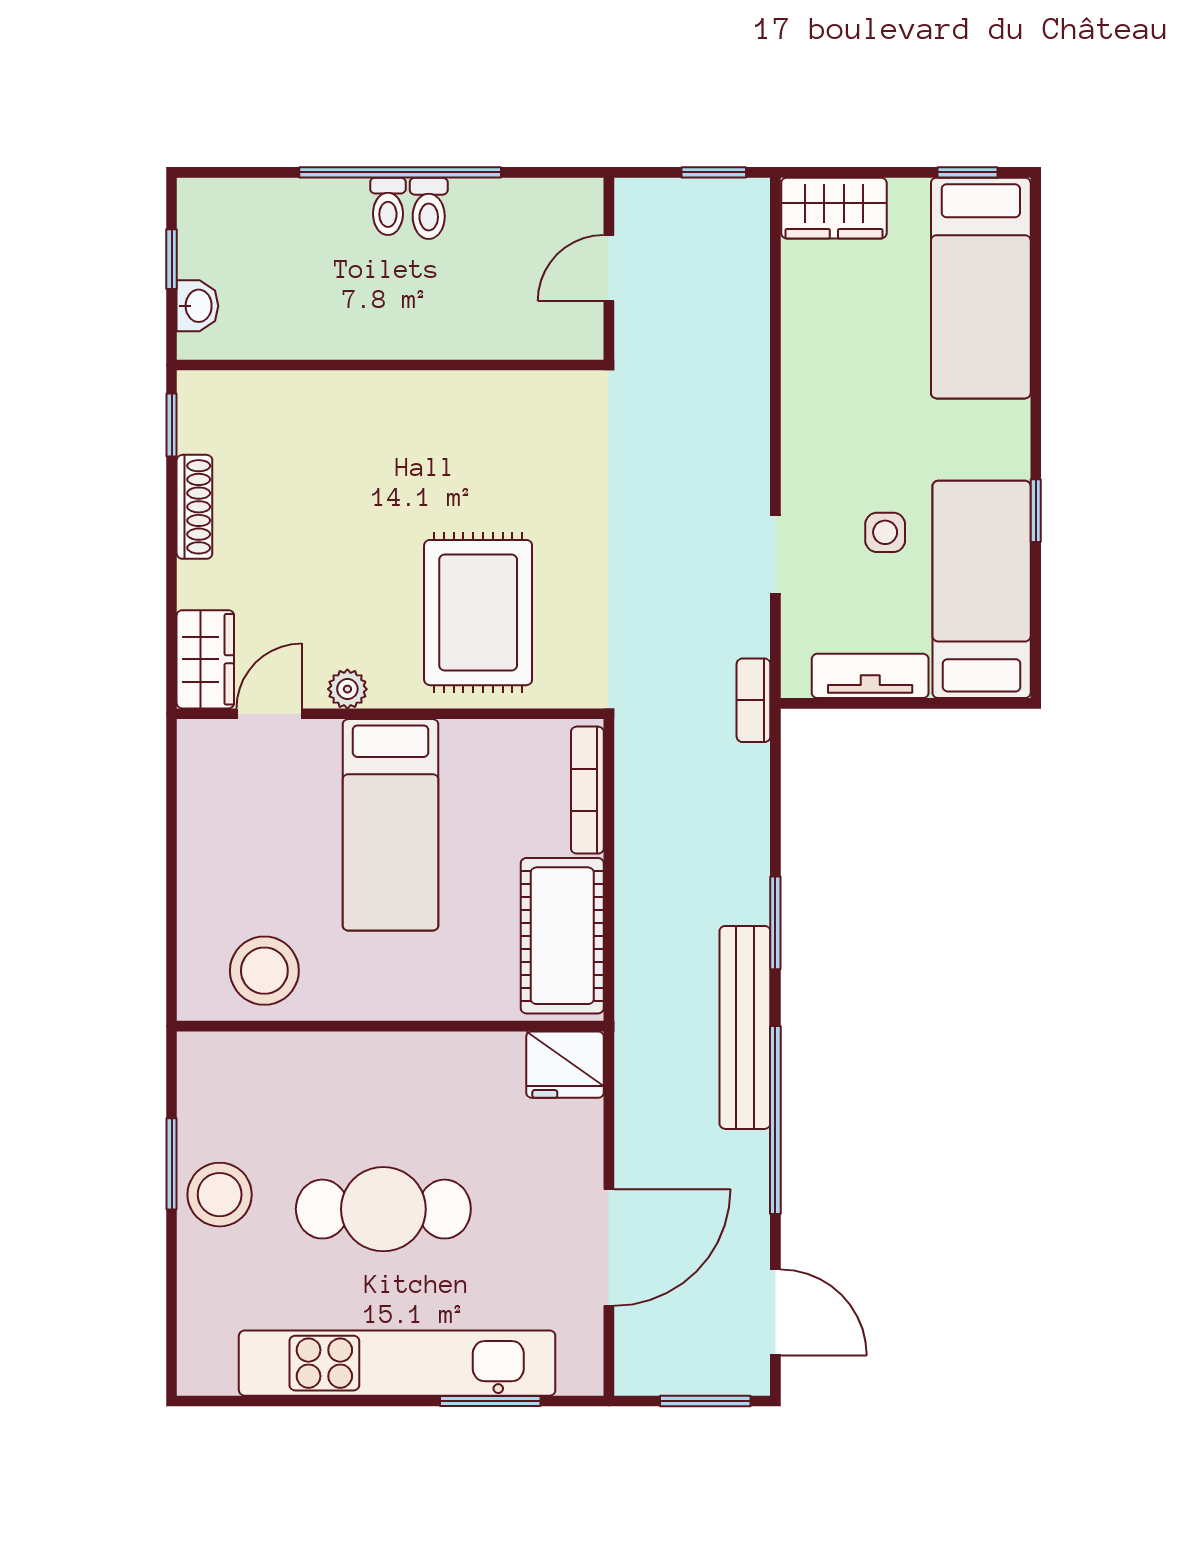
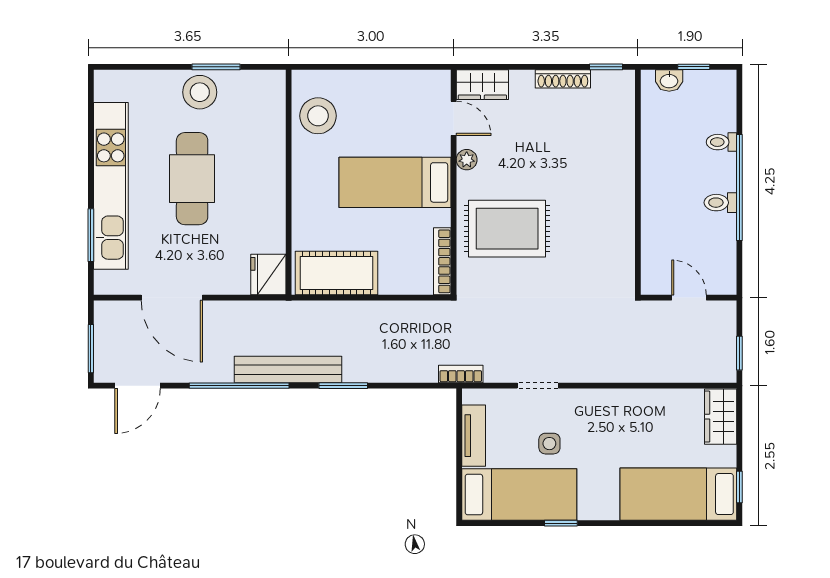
toilet: (388, 206) -> (722, 142), moved
bookcase: (587, 790) -> (442, 261), moved, turned -90

